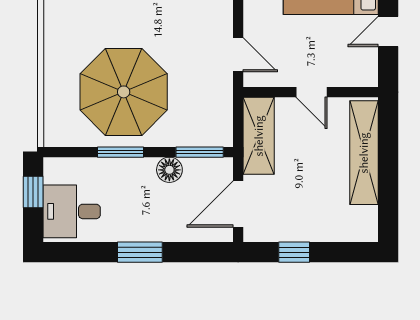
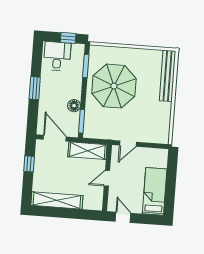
door: (388, 32) -> (123, 217), moved
window: (121, 152) -> (86, 66), moved
shelving: (364, 153) -> (57, 200), moved

